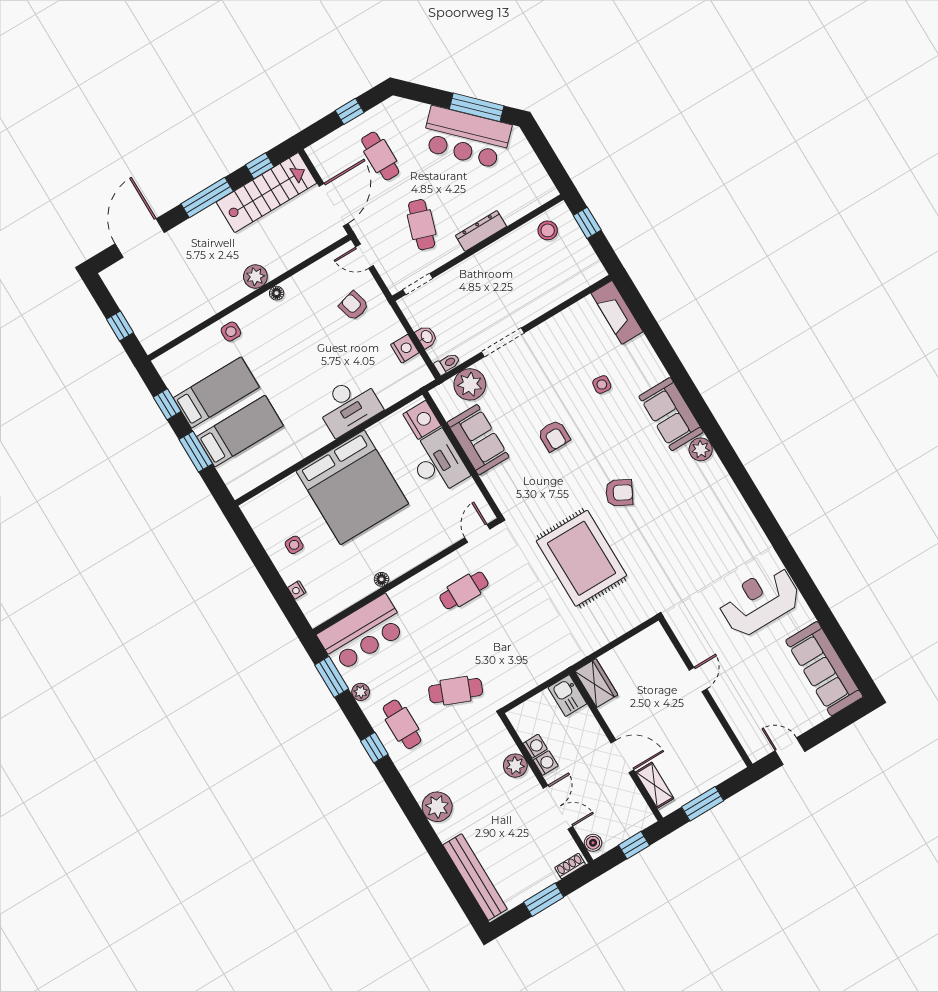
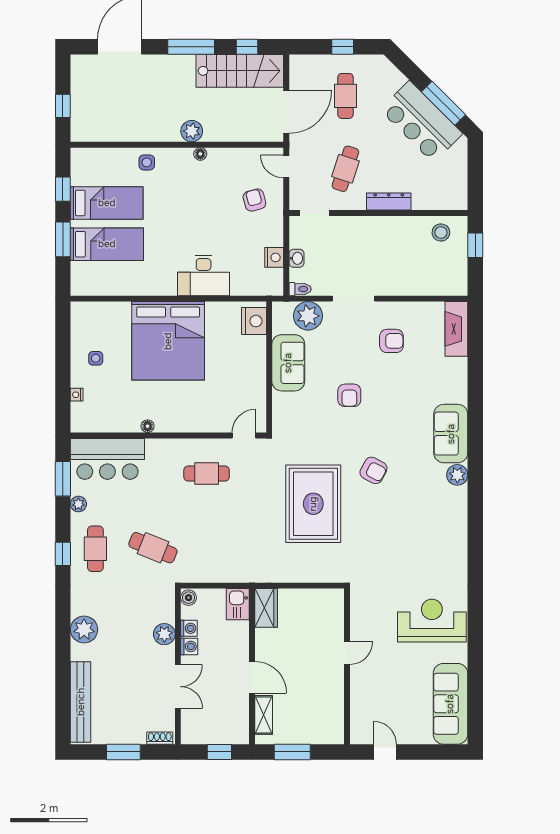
armchair: (563, 361) -> (391, 341), added
side table: (602, 385) -> (411, 378), removed
desk: (438, 463) -> (246, 362), removed
boiler: (593, 843) -> (189, 598), moved

